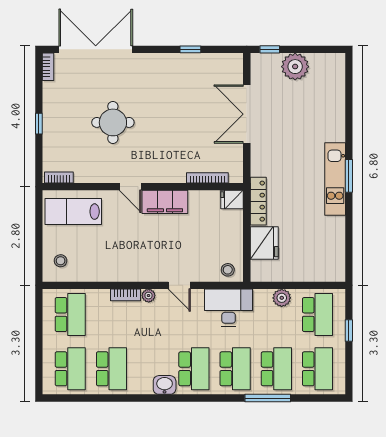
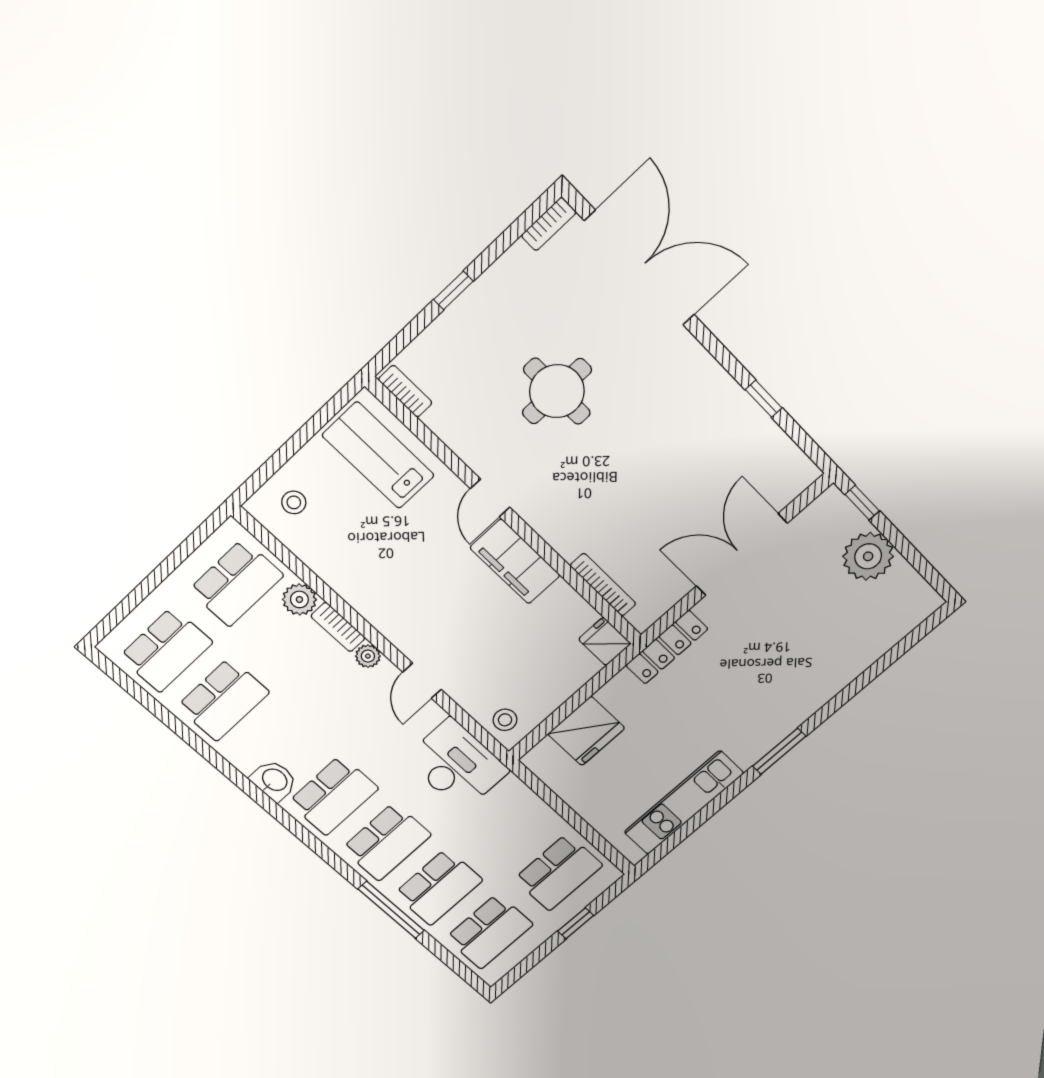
kitchen unit: (335, 179) -> (684, 803), moved
locker: (258, 201) -> (667, 647), moved
plant: (282, 298) -> (299, 599), moved

